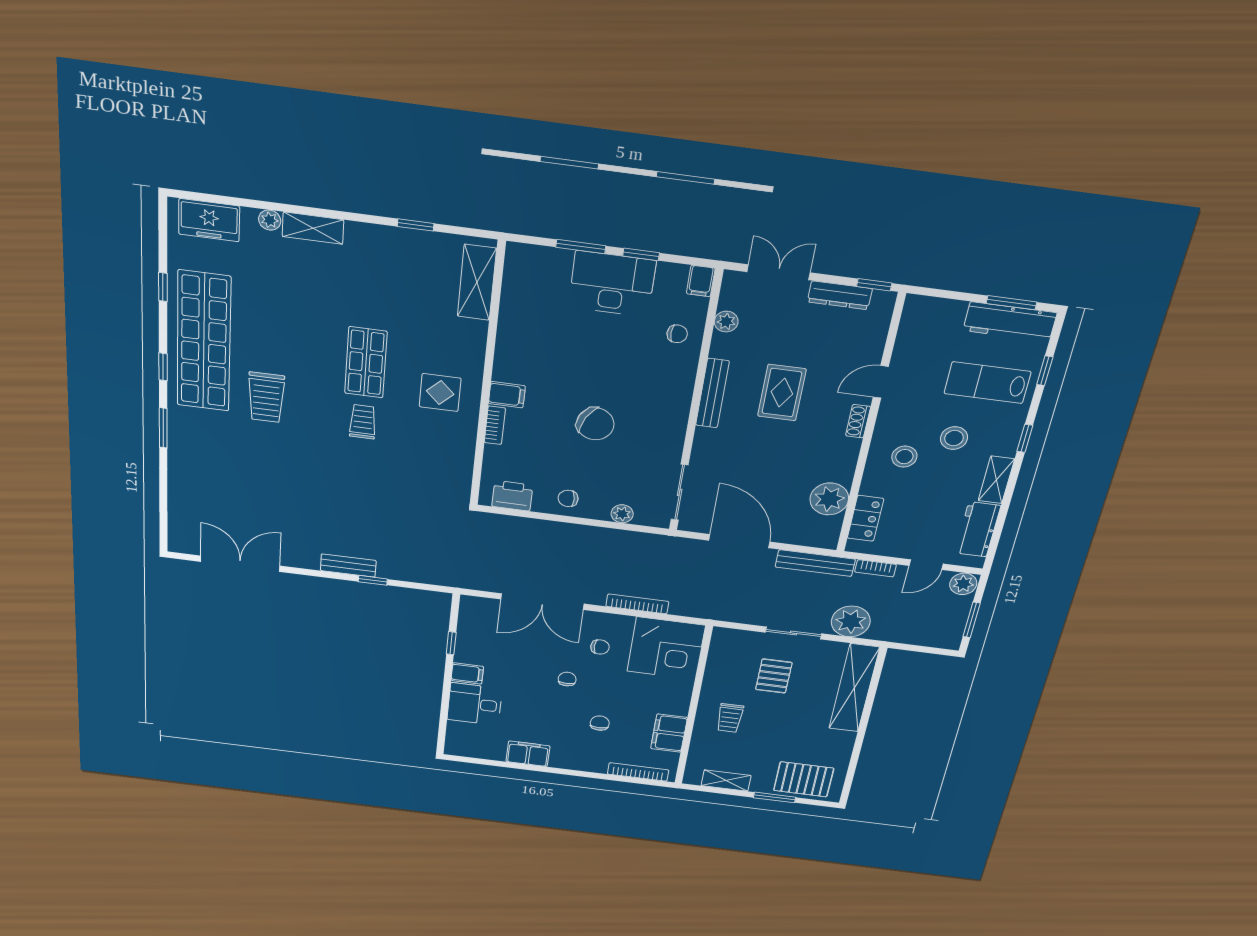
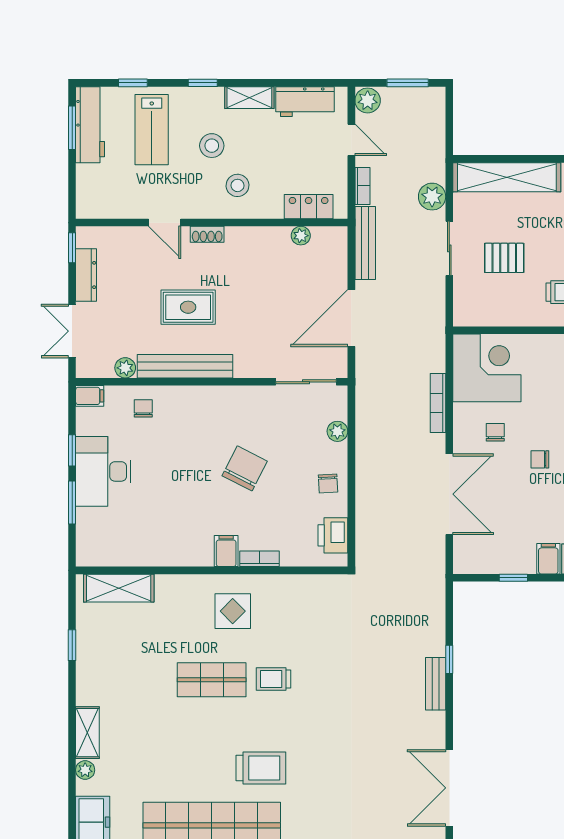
bench: (712, 393) -> (185, 366), width x1.37, depth x1.21
plant: (829, 499) -> (301, 236), width x0.53, depth x0.53
plant: (851, 621) -> (432, 197), width x0.73, depth x0.73

